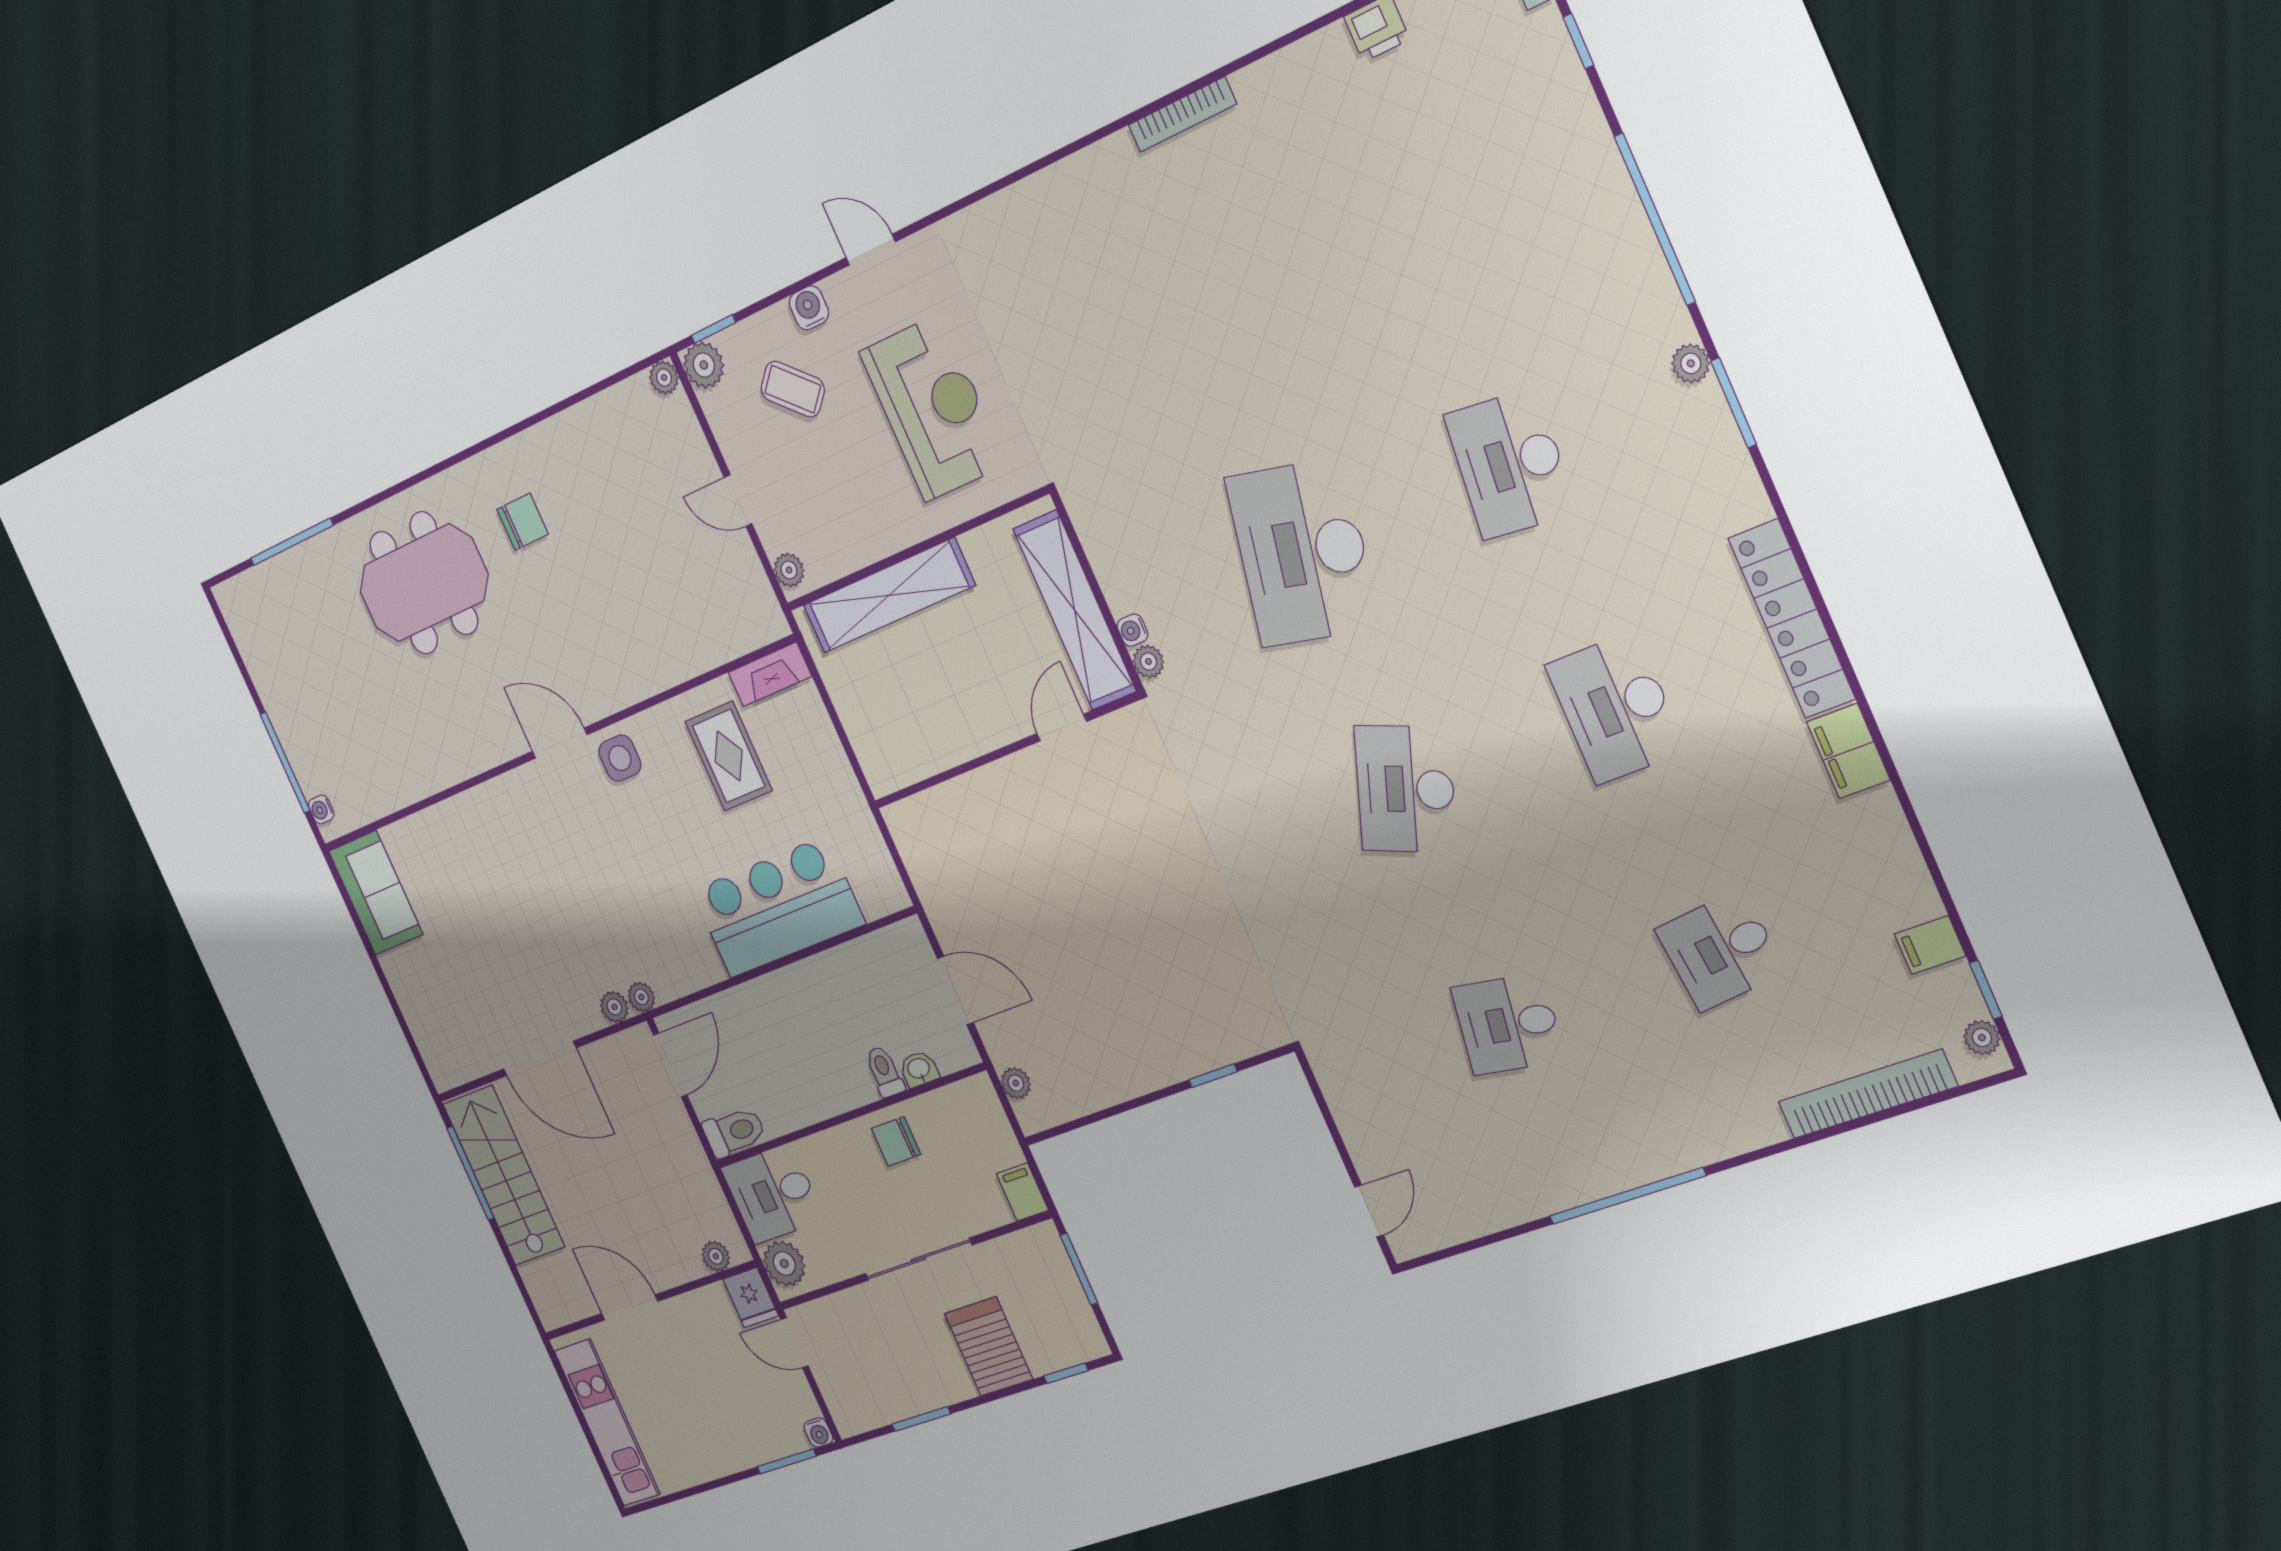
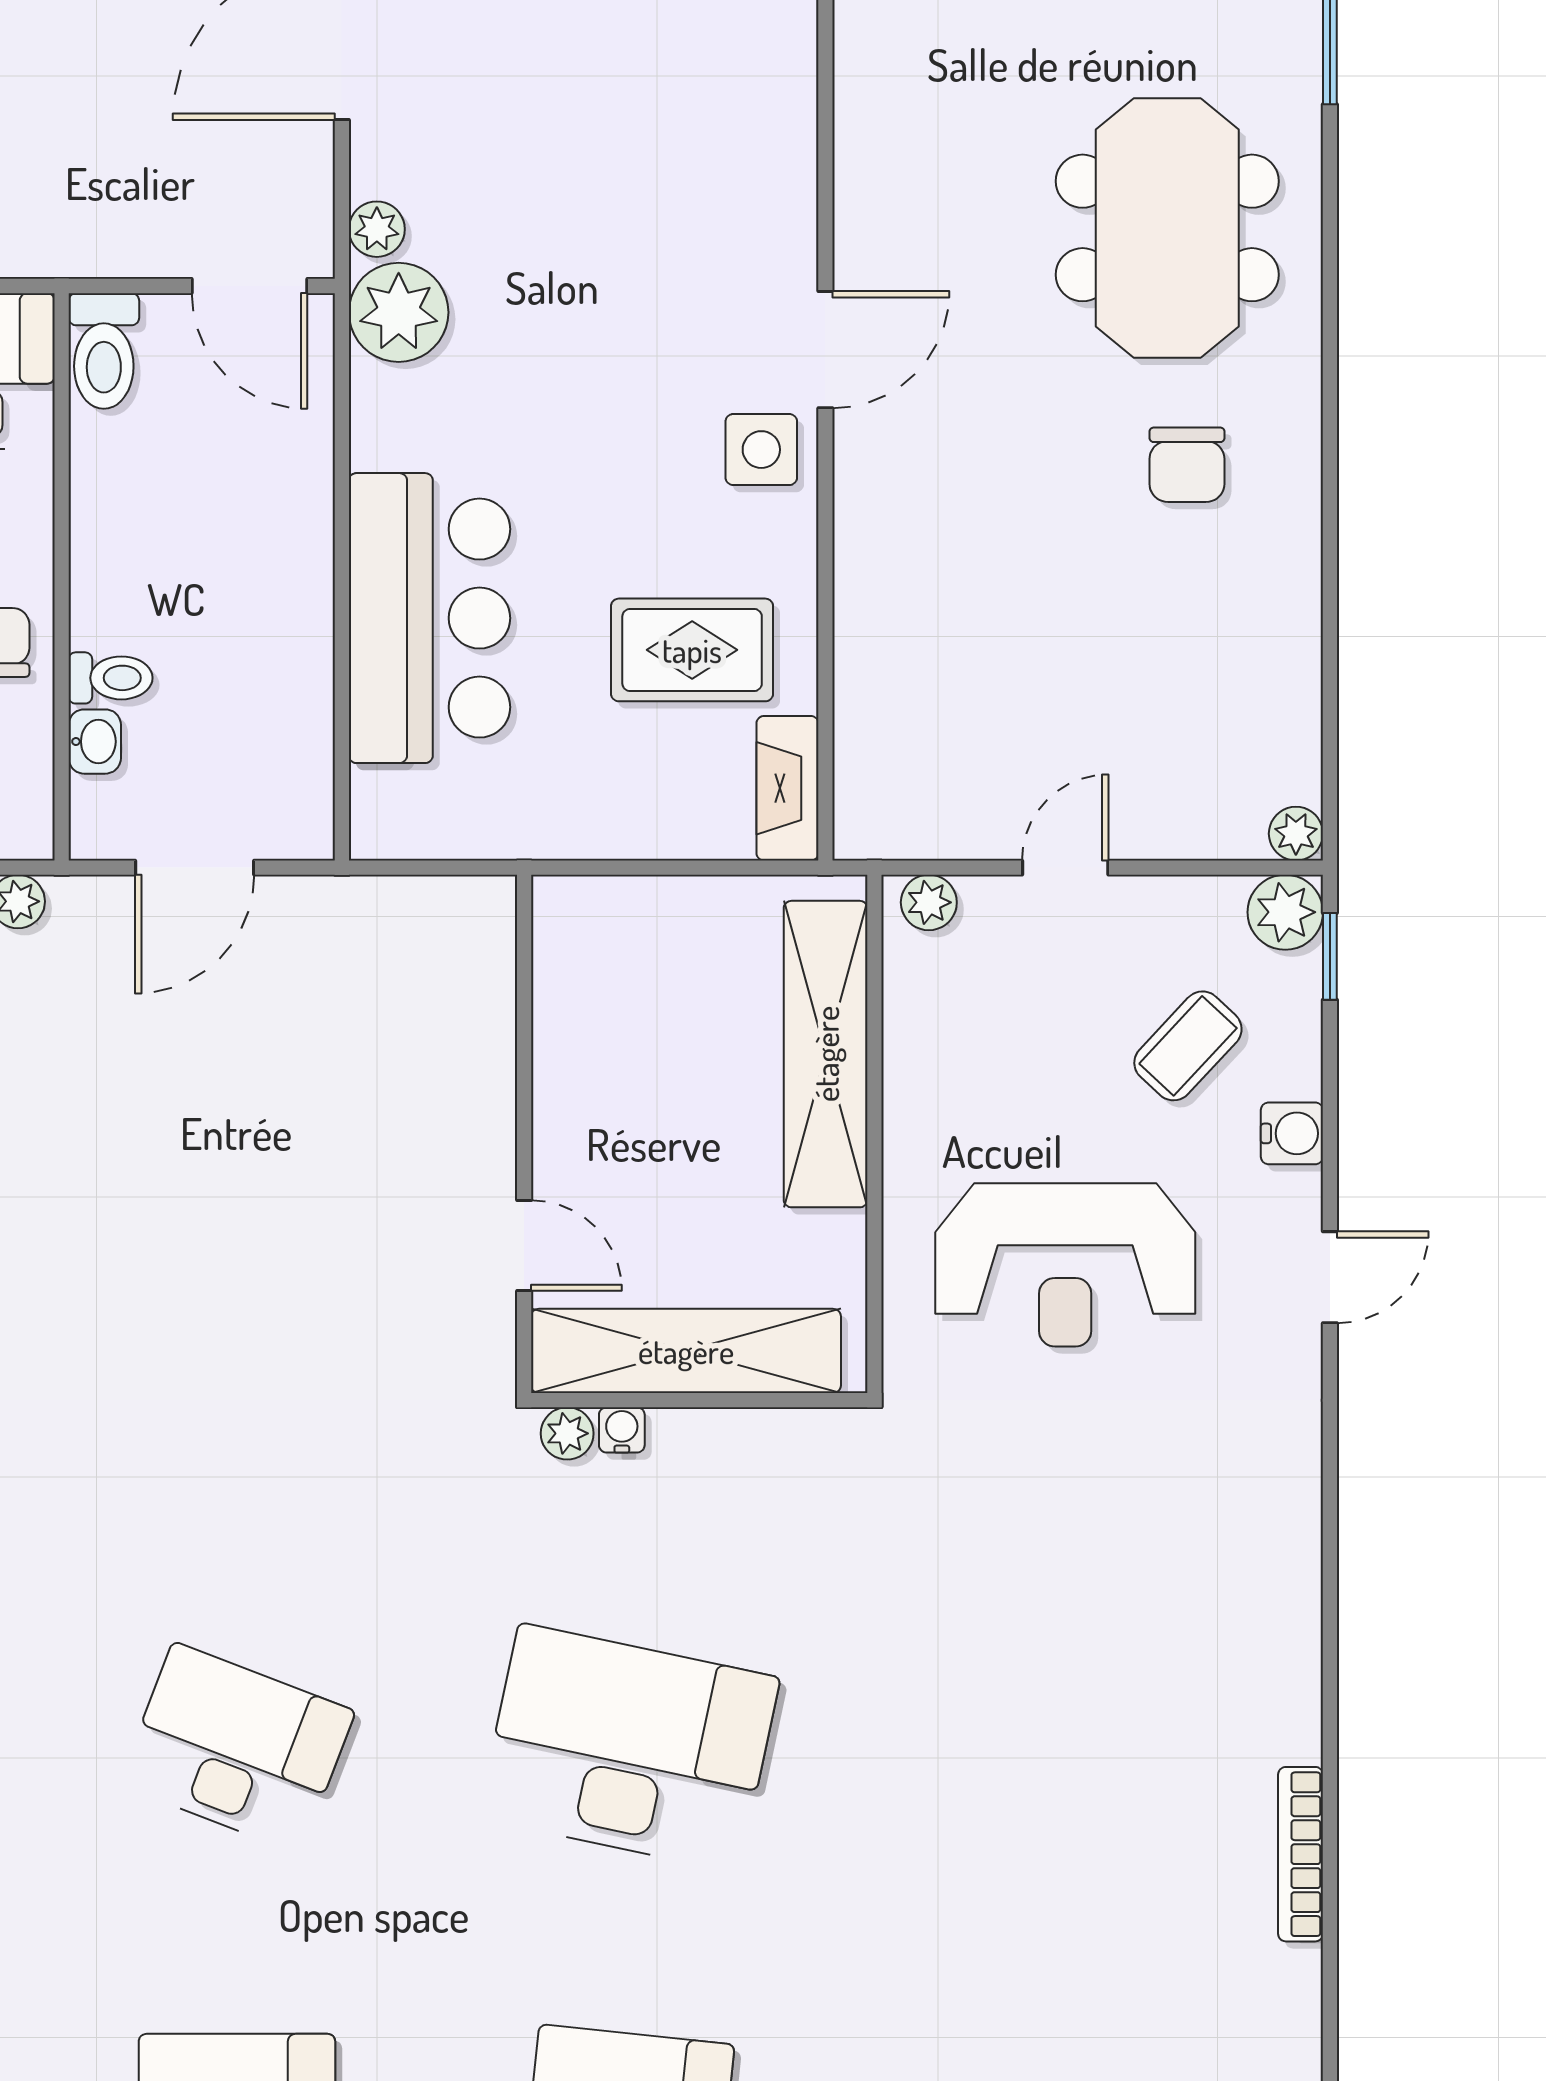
plant: (641, 997) -> (399, 312), width x1.88, depth x1.88

